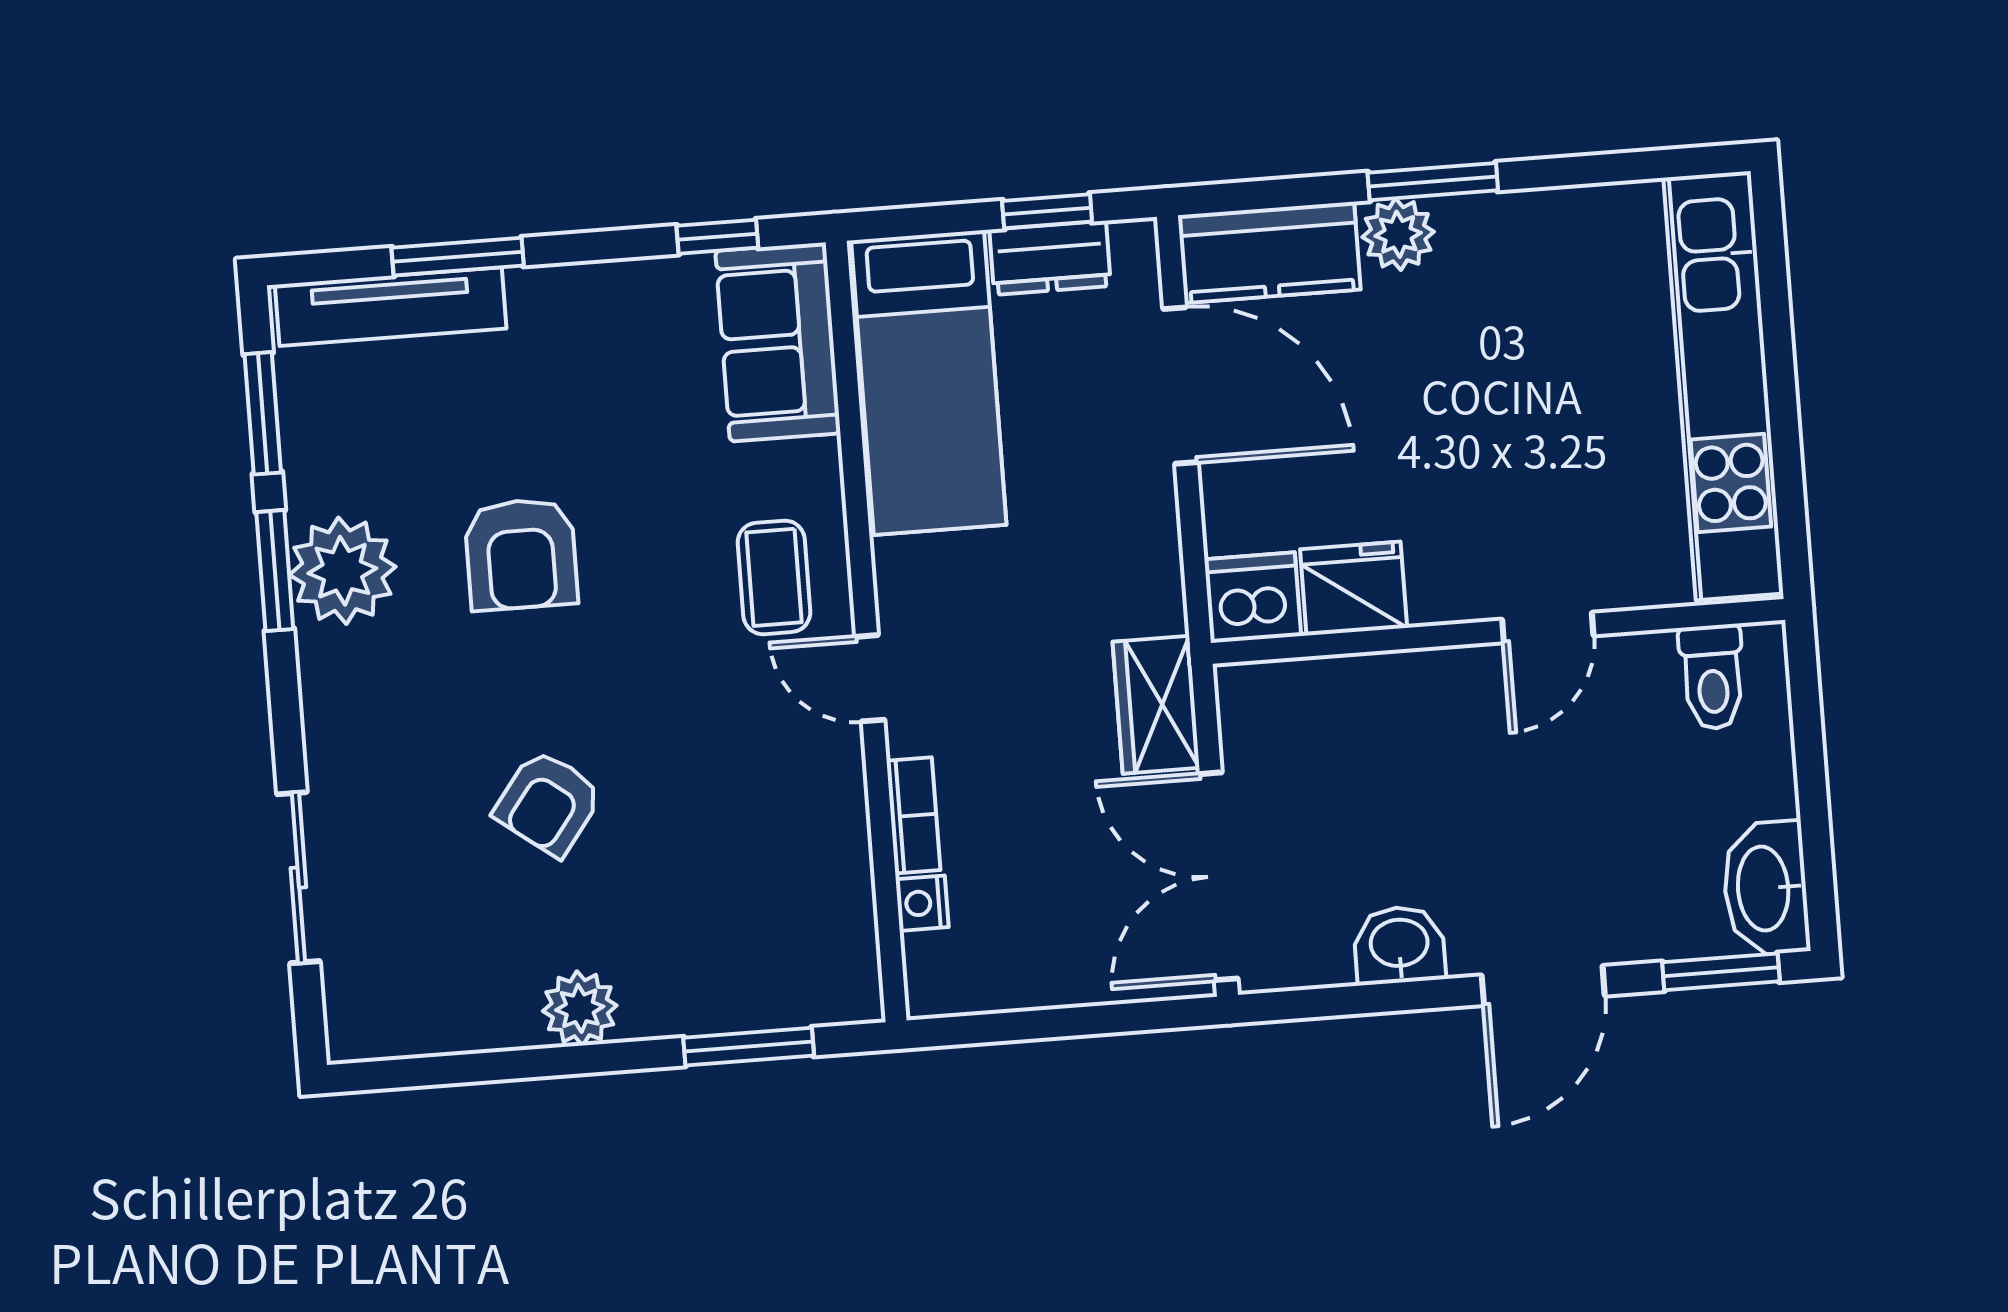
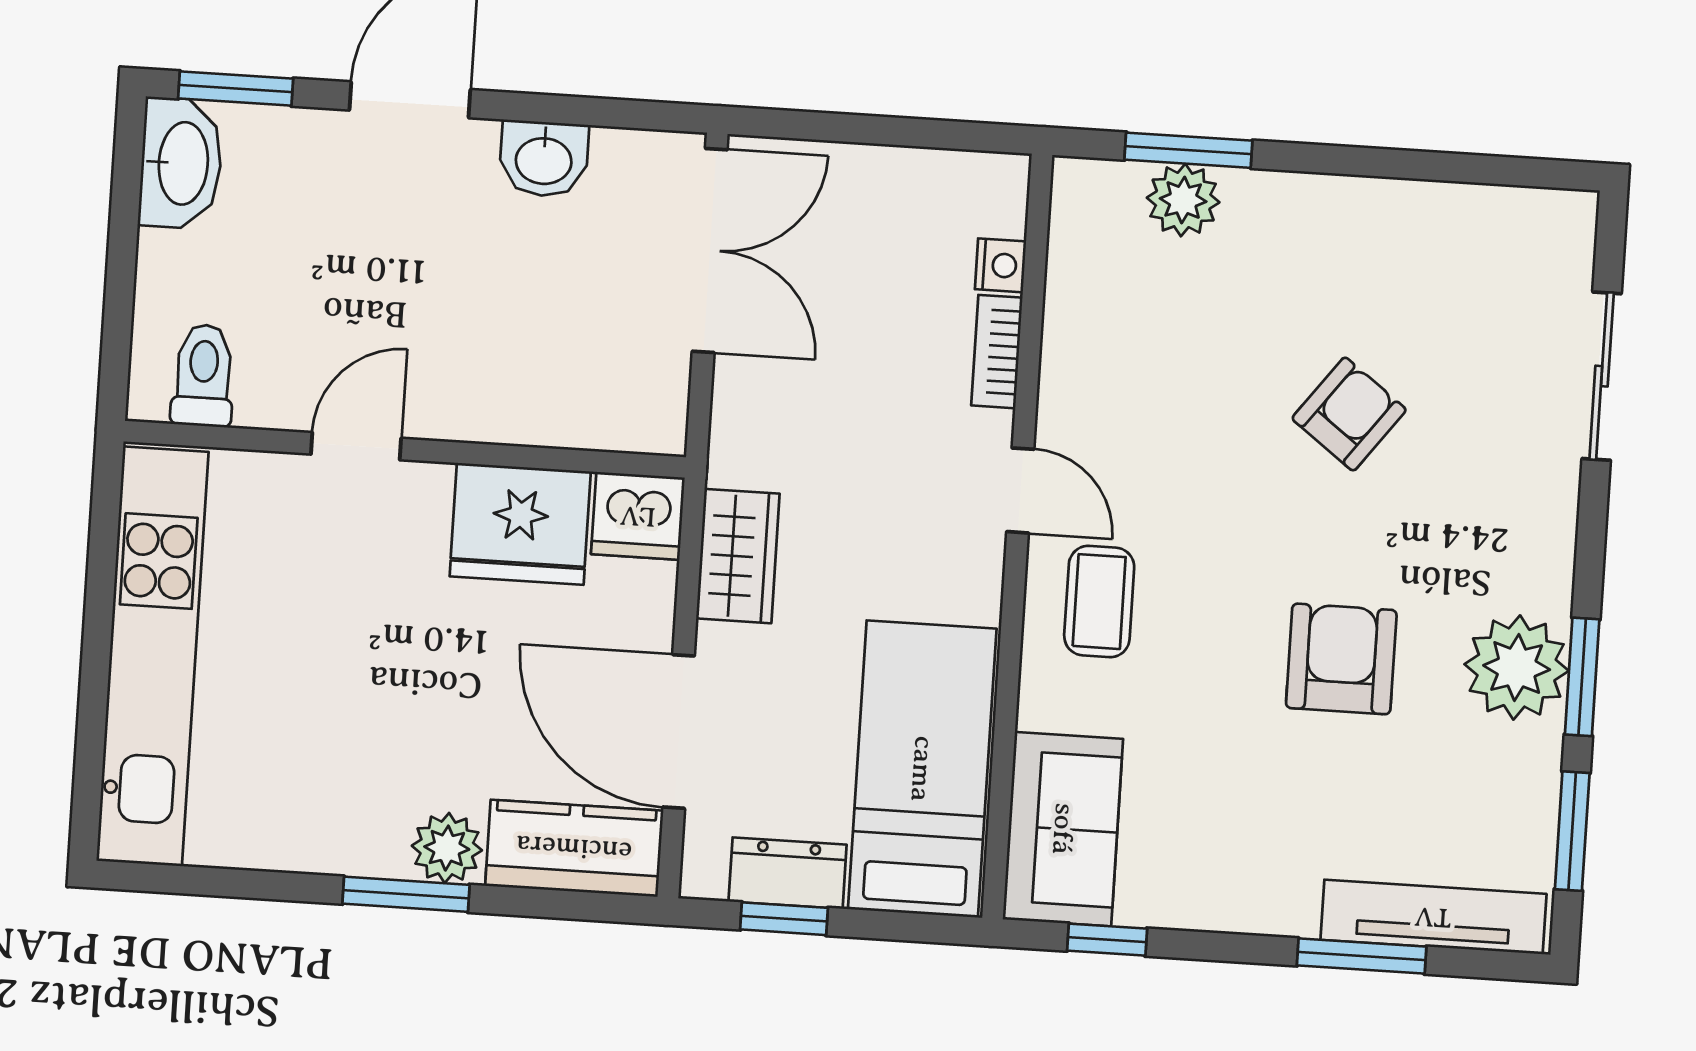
fridge: (1354, 589) -> (520, 524), width x1.36, depth x1.34
wardrobe: (1156, 705) -> (738, 556), moved
plant: (580, 1008) -> (1183, 200), moved

